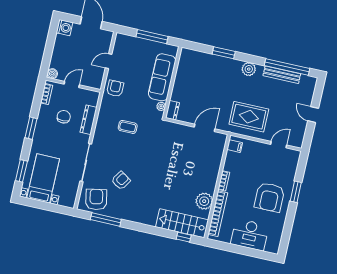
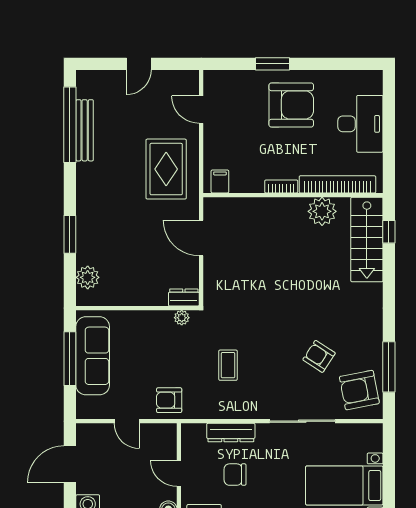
plant: (249, 69) -> (88, 277), moved
sofa: (162, 77) -> (93, 356), moved, turned -90

